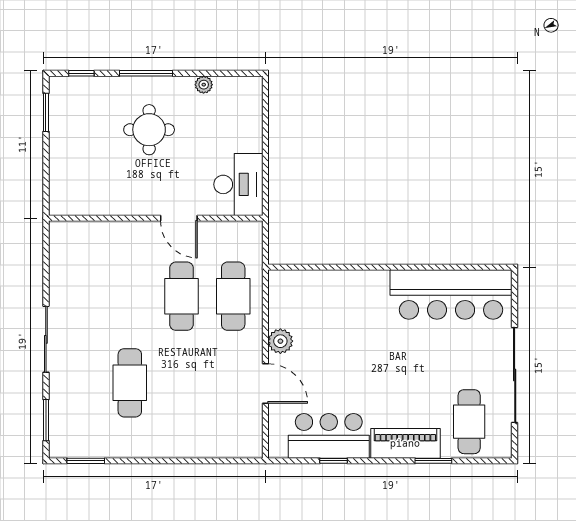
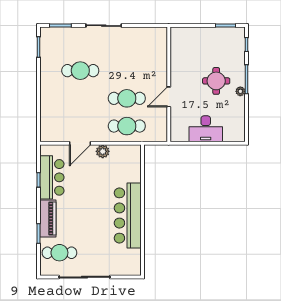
plant: (204, 85) -> (240, 91), moved
desk: (238, 184) -> (206, 129), moved
bar counter: (451, 294) -> (128, 215), moved

